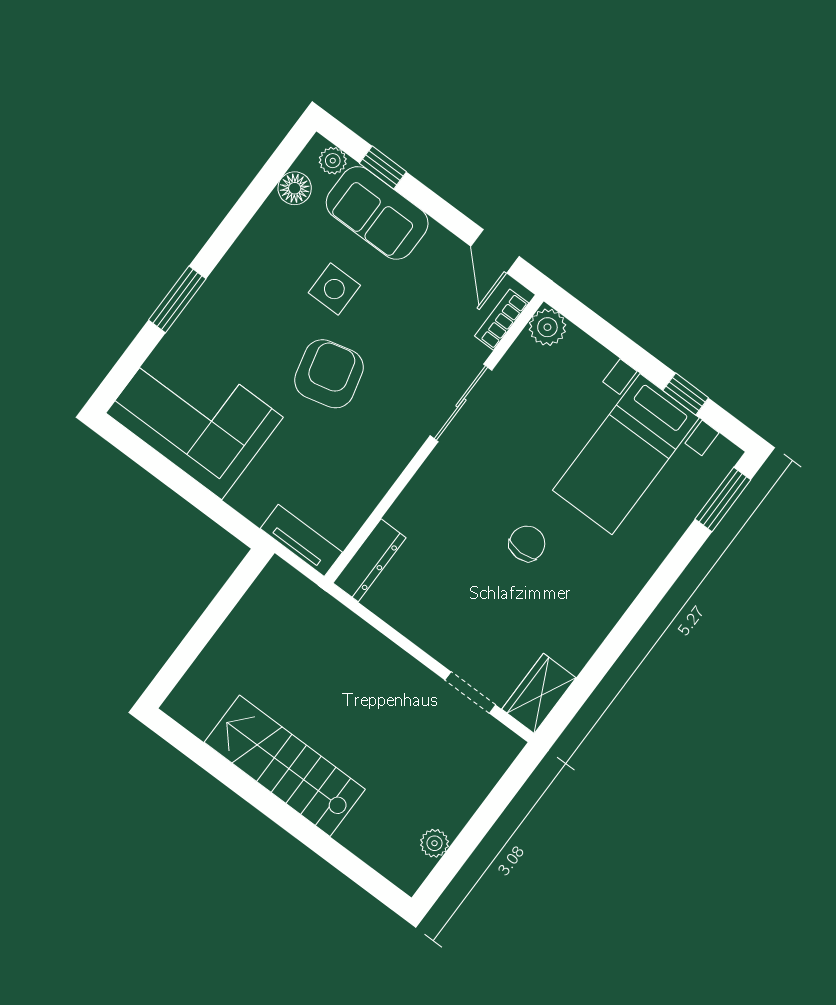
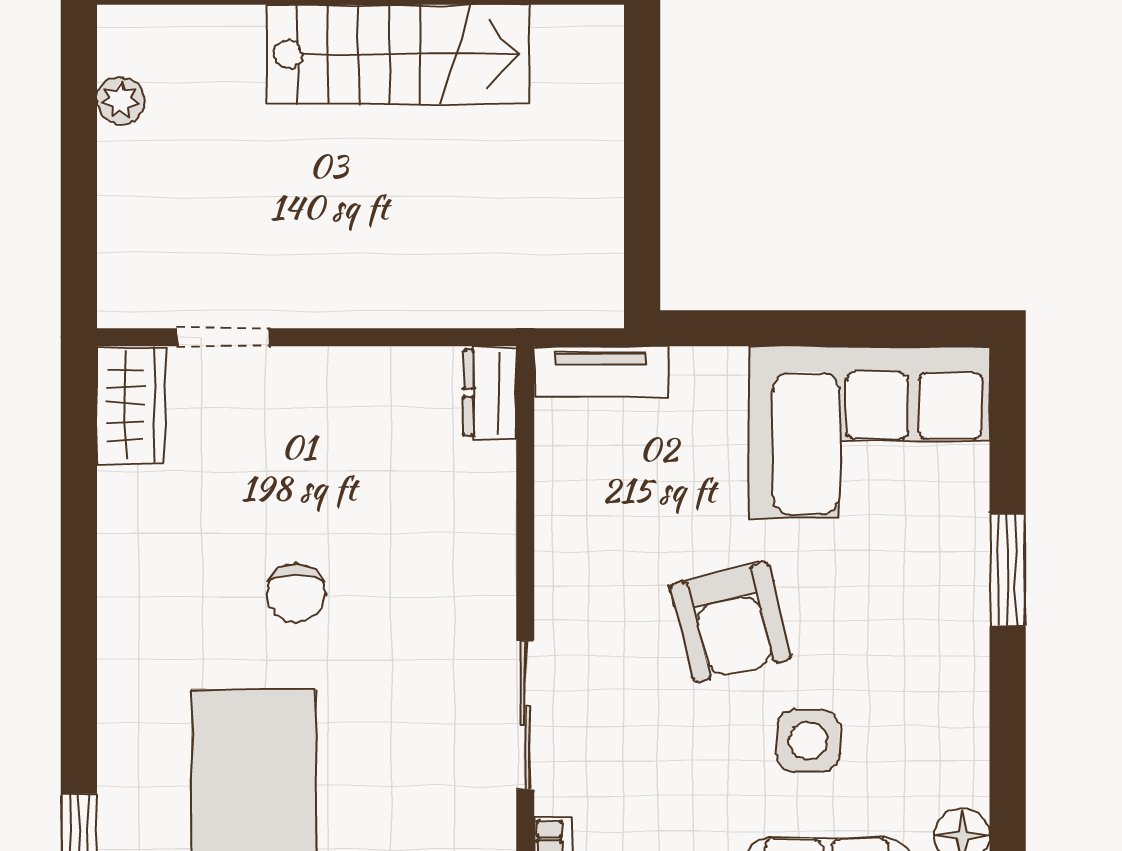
dresser: (370, 560) -> (490, 393), width x0.70

